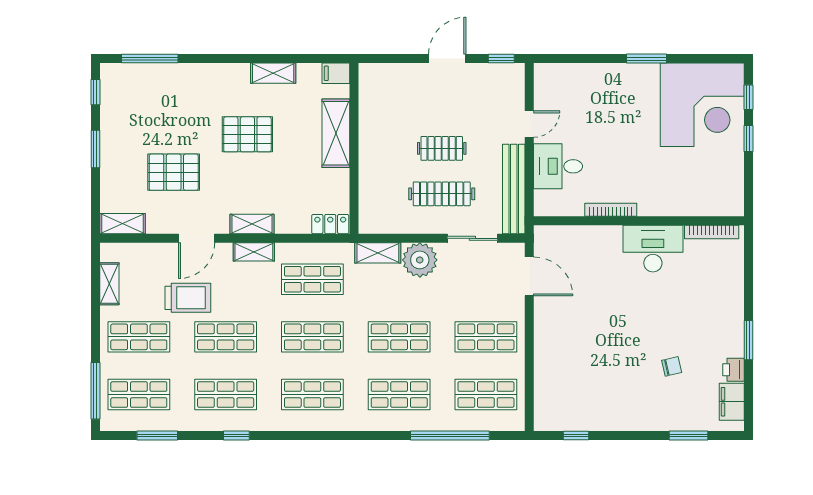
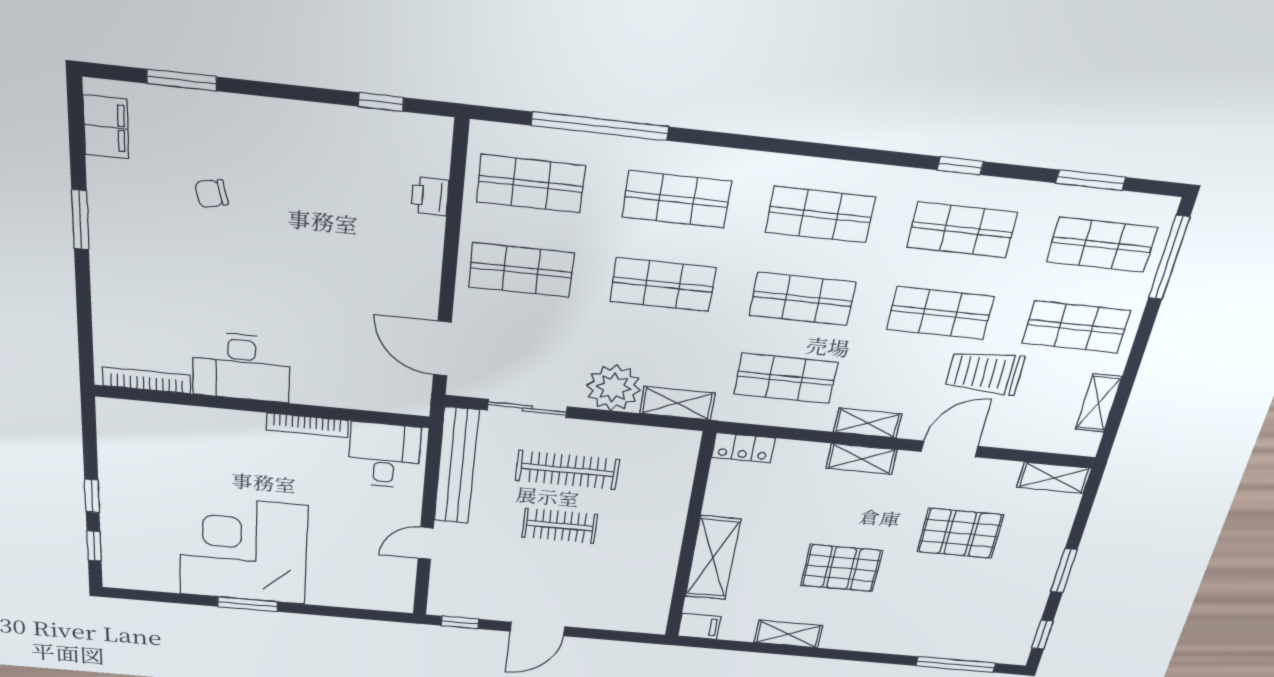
corner desk: (702, 105) -> (243, 550), moved
desk: (558, 166) -> (384, 455), moved, turned -90
printer: (734, 370) -> (430, 196), moved, turned 180

